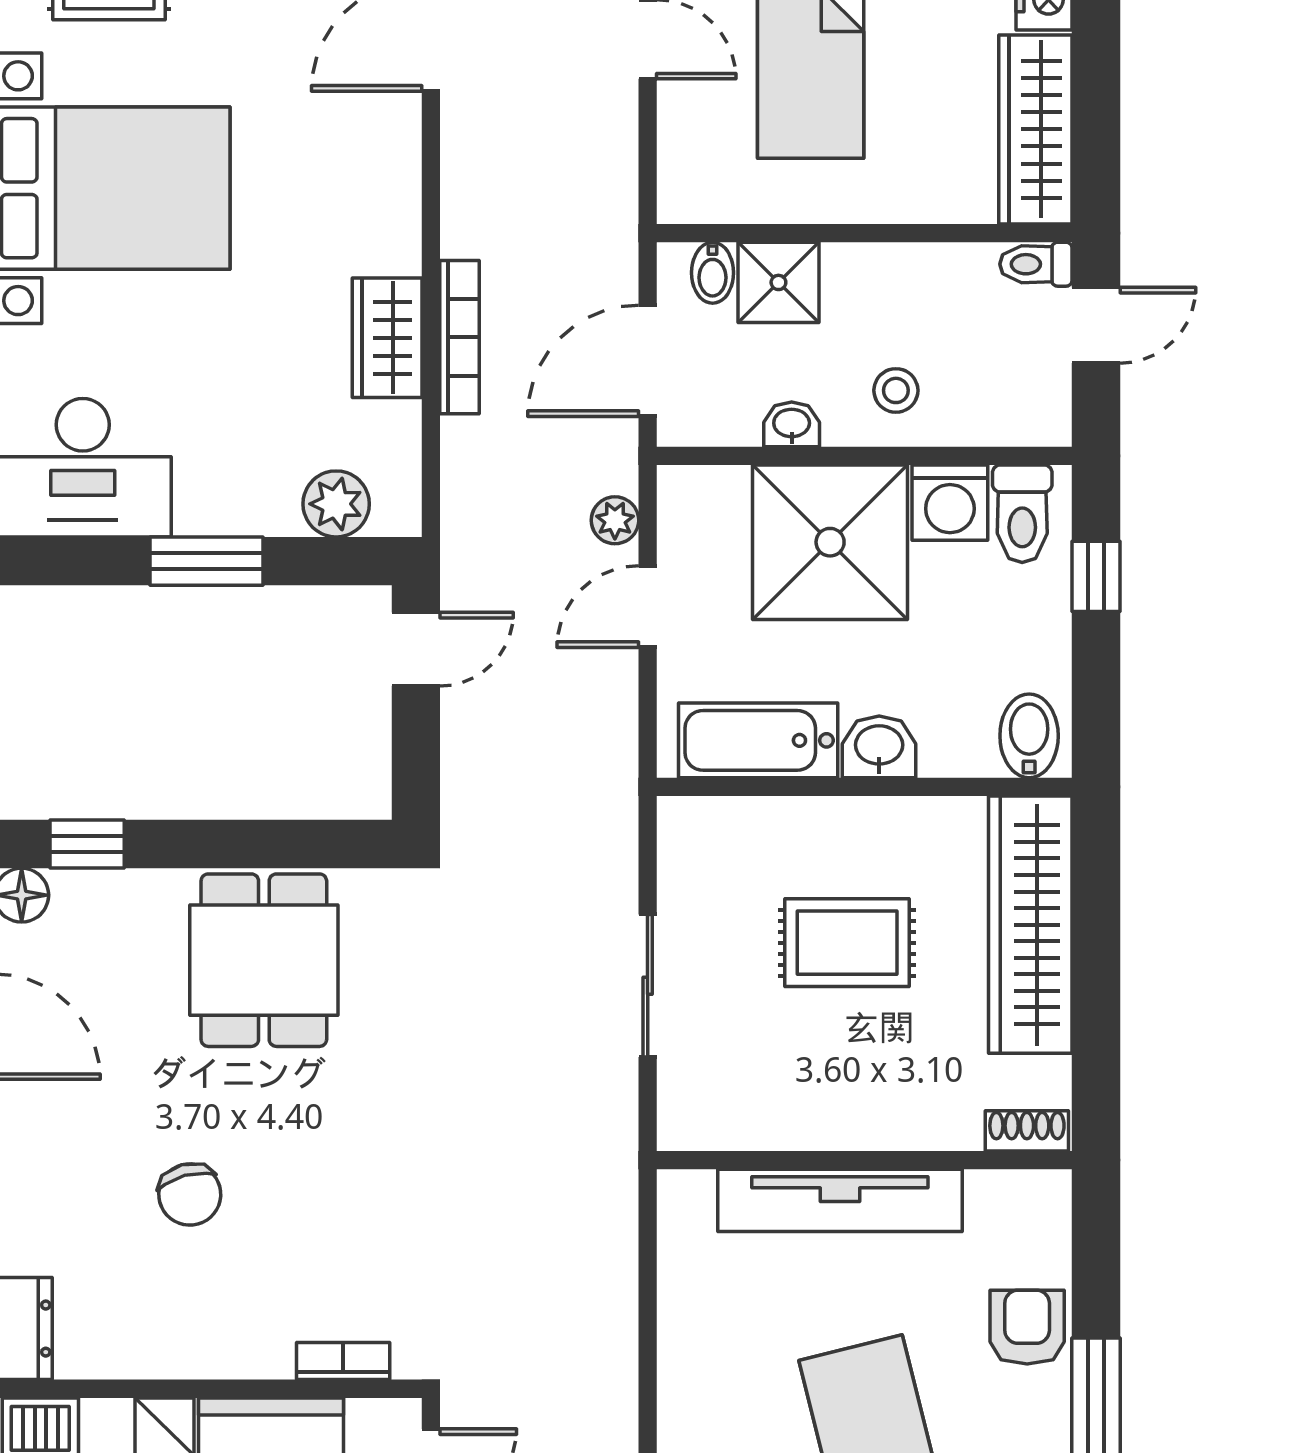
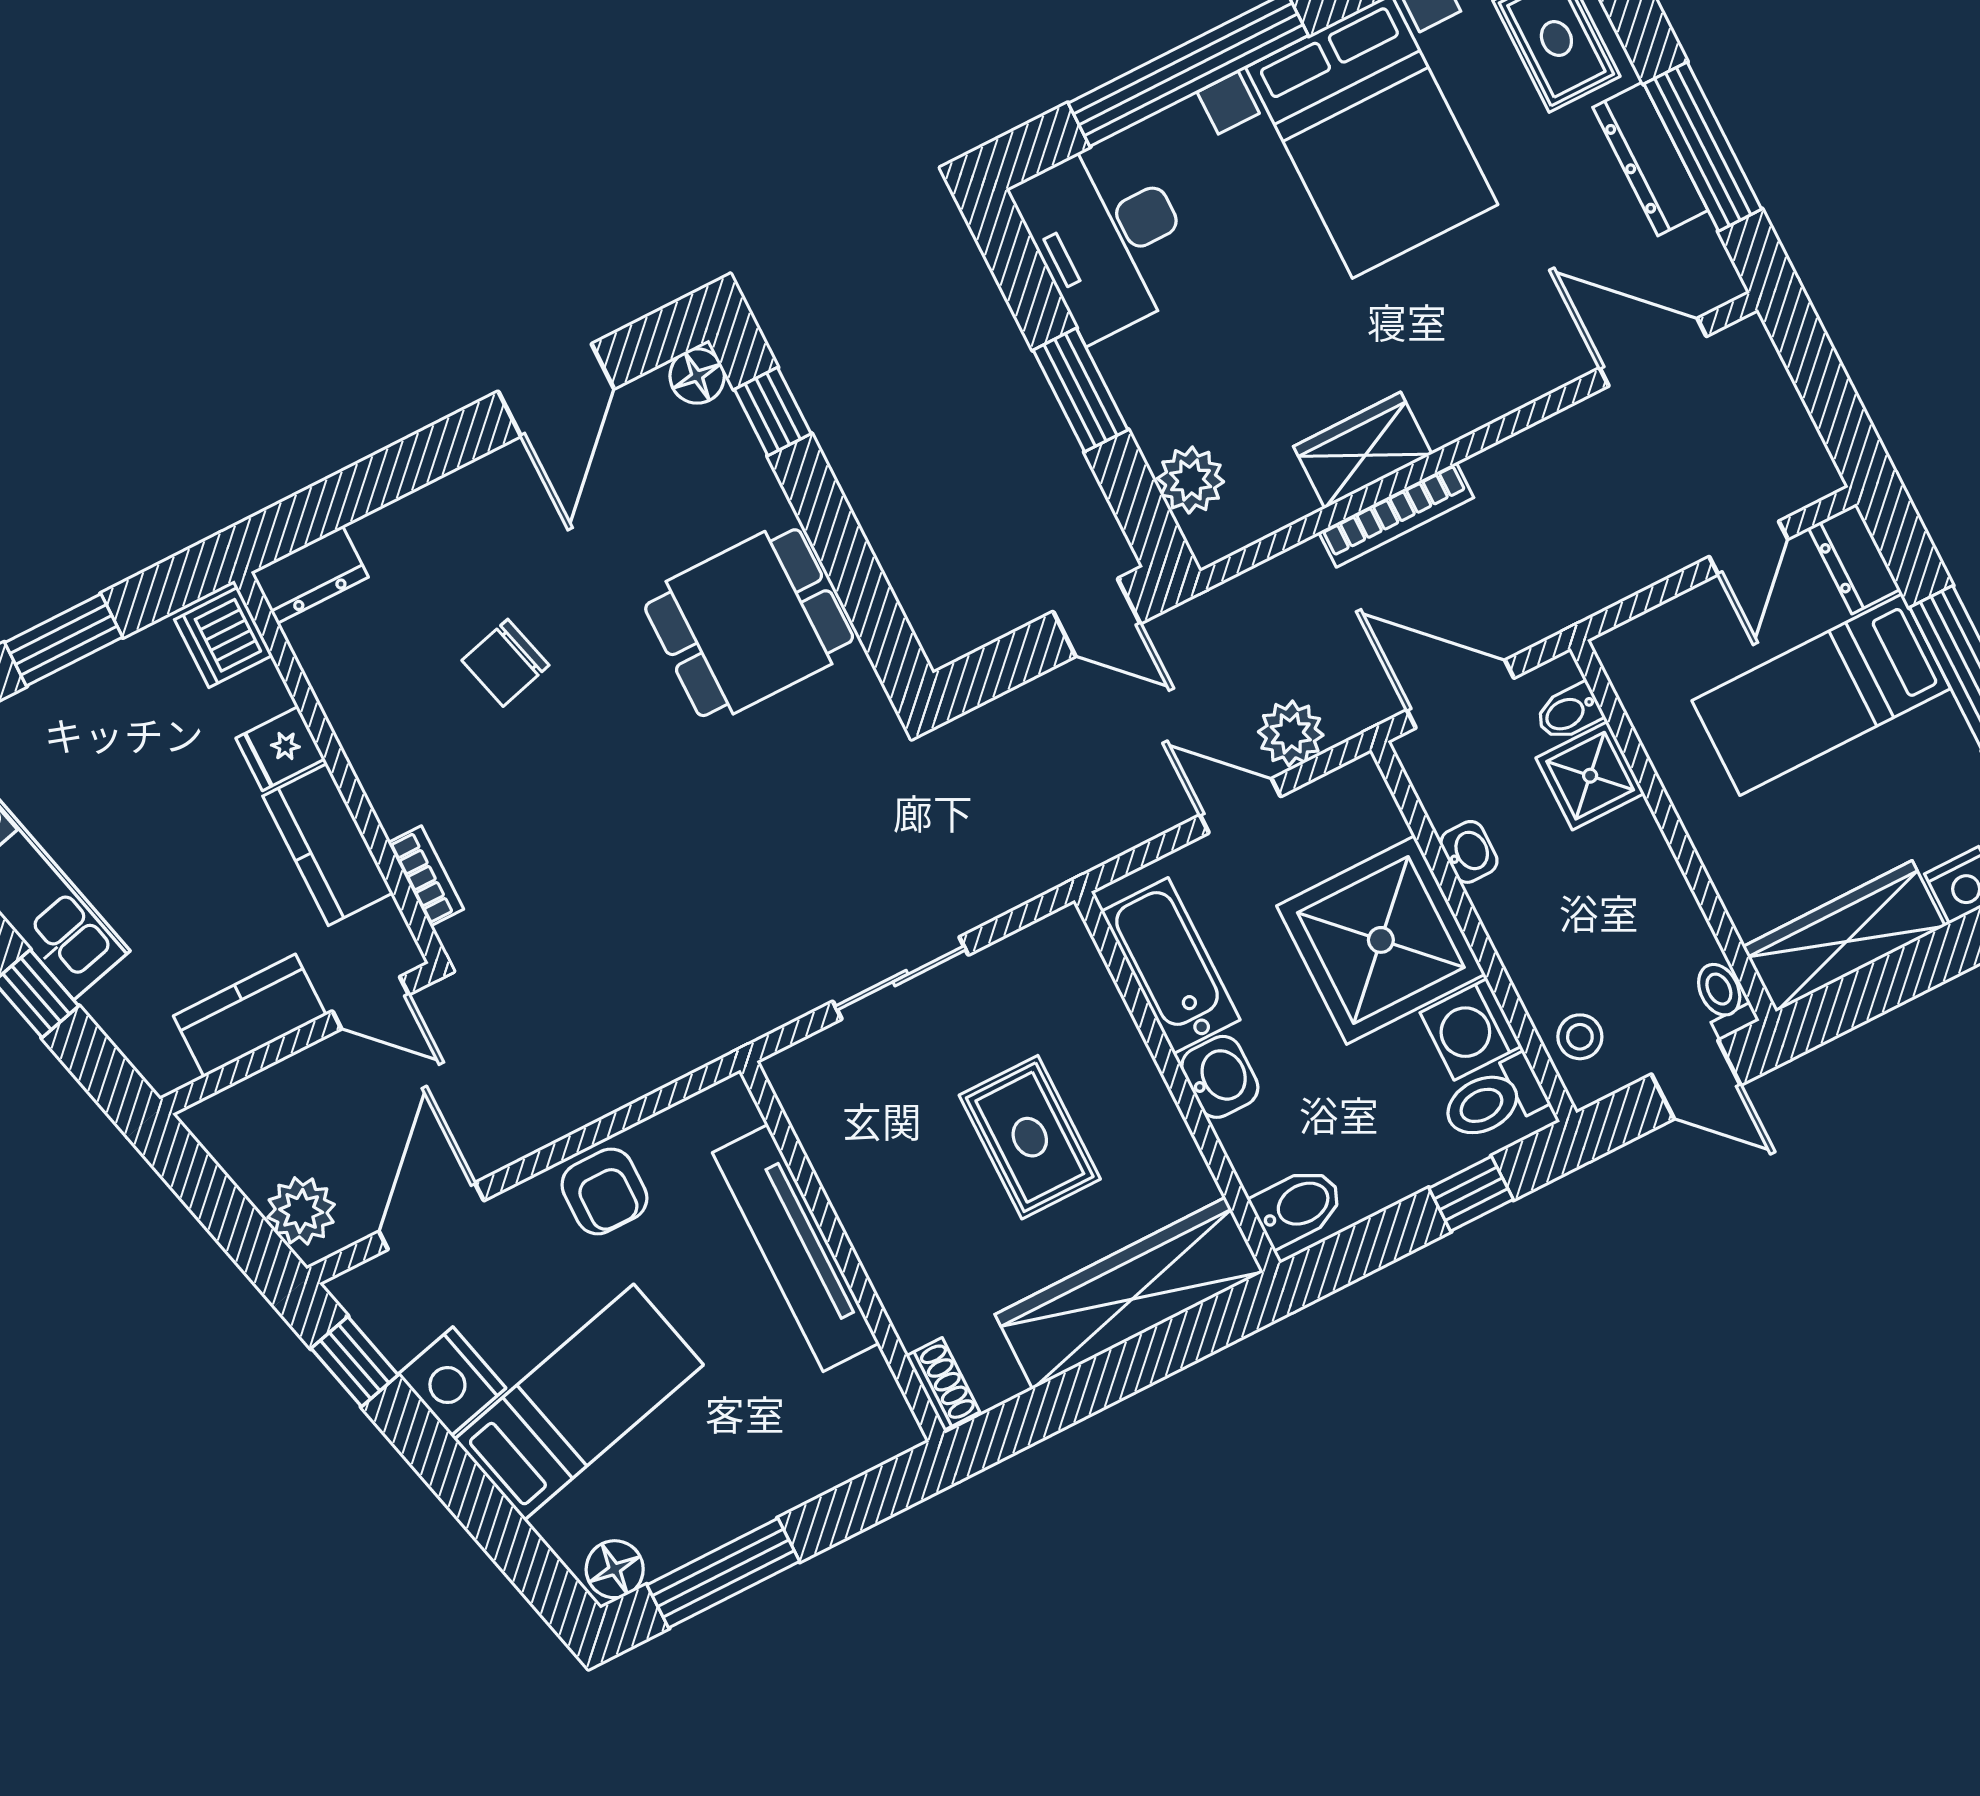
stool: (896, 390) -> (1580, 1037), moved
plant: (615, 520) -> (1291, 733), width x1.38, depth x1.38
armchair: (1027, 1327) -> (604, 1191), moved, turned 90

